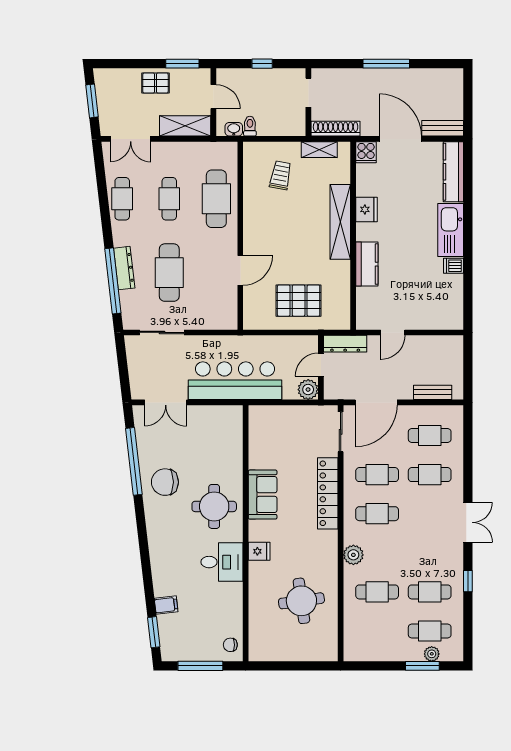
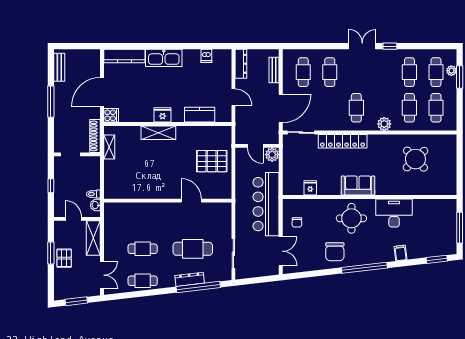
window: (182, 64) -> (51, 253), moved
door: (213, 97) -> (73, 219), hinge flipped
bench: (443, 128) -> (59, 67), moved
trolley: (281, 175) -> (127, 173), removed
cafe table: (216, 199) -> (143, 217), removed
fridge: (367, 209) -> (163, 115), moved
shelving: (340, 222) -> (158, 133), width x0.68
kitchen counter: (367, 264) -> (200, 115), moved
dishwasher: (454, 266) -> (206, 56), moved
pallet: (299, 301) -> (212, 161), turned 90
dresser: (345, 344) -> (241, 64), moved
door: (376, 402) -> (281, 108), hinge flipped
window: (134, 461) -> (364, 268), moved
cafe table: (377, 475) -> (436, 108), moved
sofa: (263, 495) -> (358, 185), moved
fridge: (259, 551) -> (310, 188), moved
desk: (222, 562) -> (394, 213), width x1.37
window: (468, 581) -> (390, 46), moved
round table: (301, 601) -> (415, 159), turned -36
filing cabinet: (166, 605) -> (401, 253), moved
chair: (230, 645) -> (297, 222), moved

